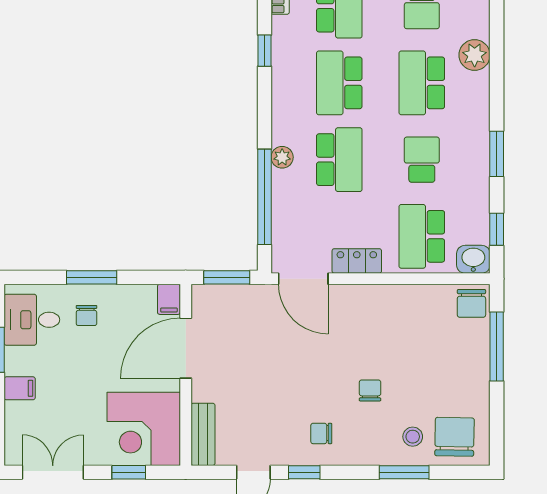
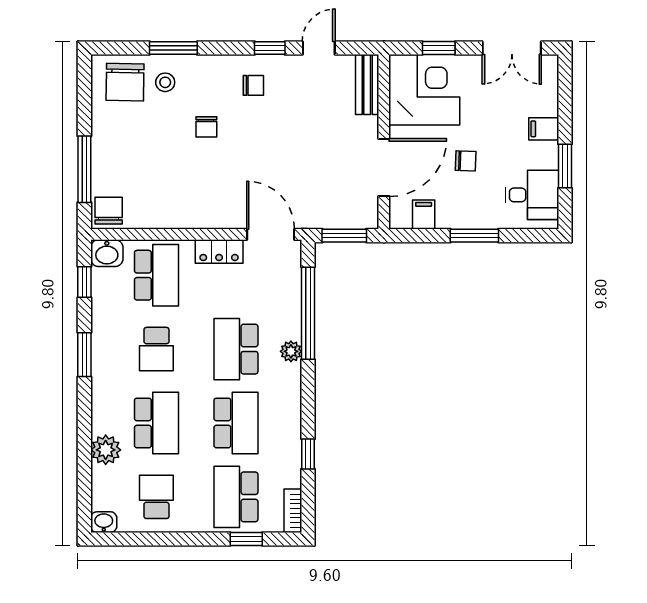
filing cabinet: (169, 299) -> (424, 215), moved
chair: (86, 316) -> (466, 161), moved, turned 92

